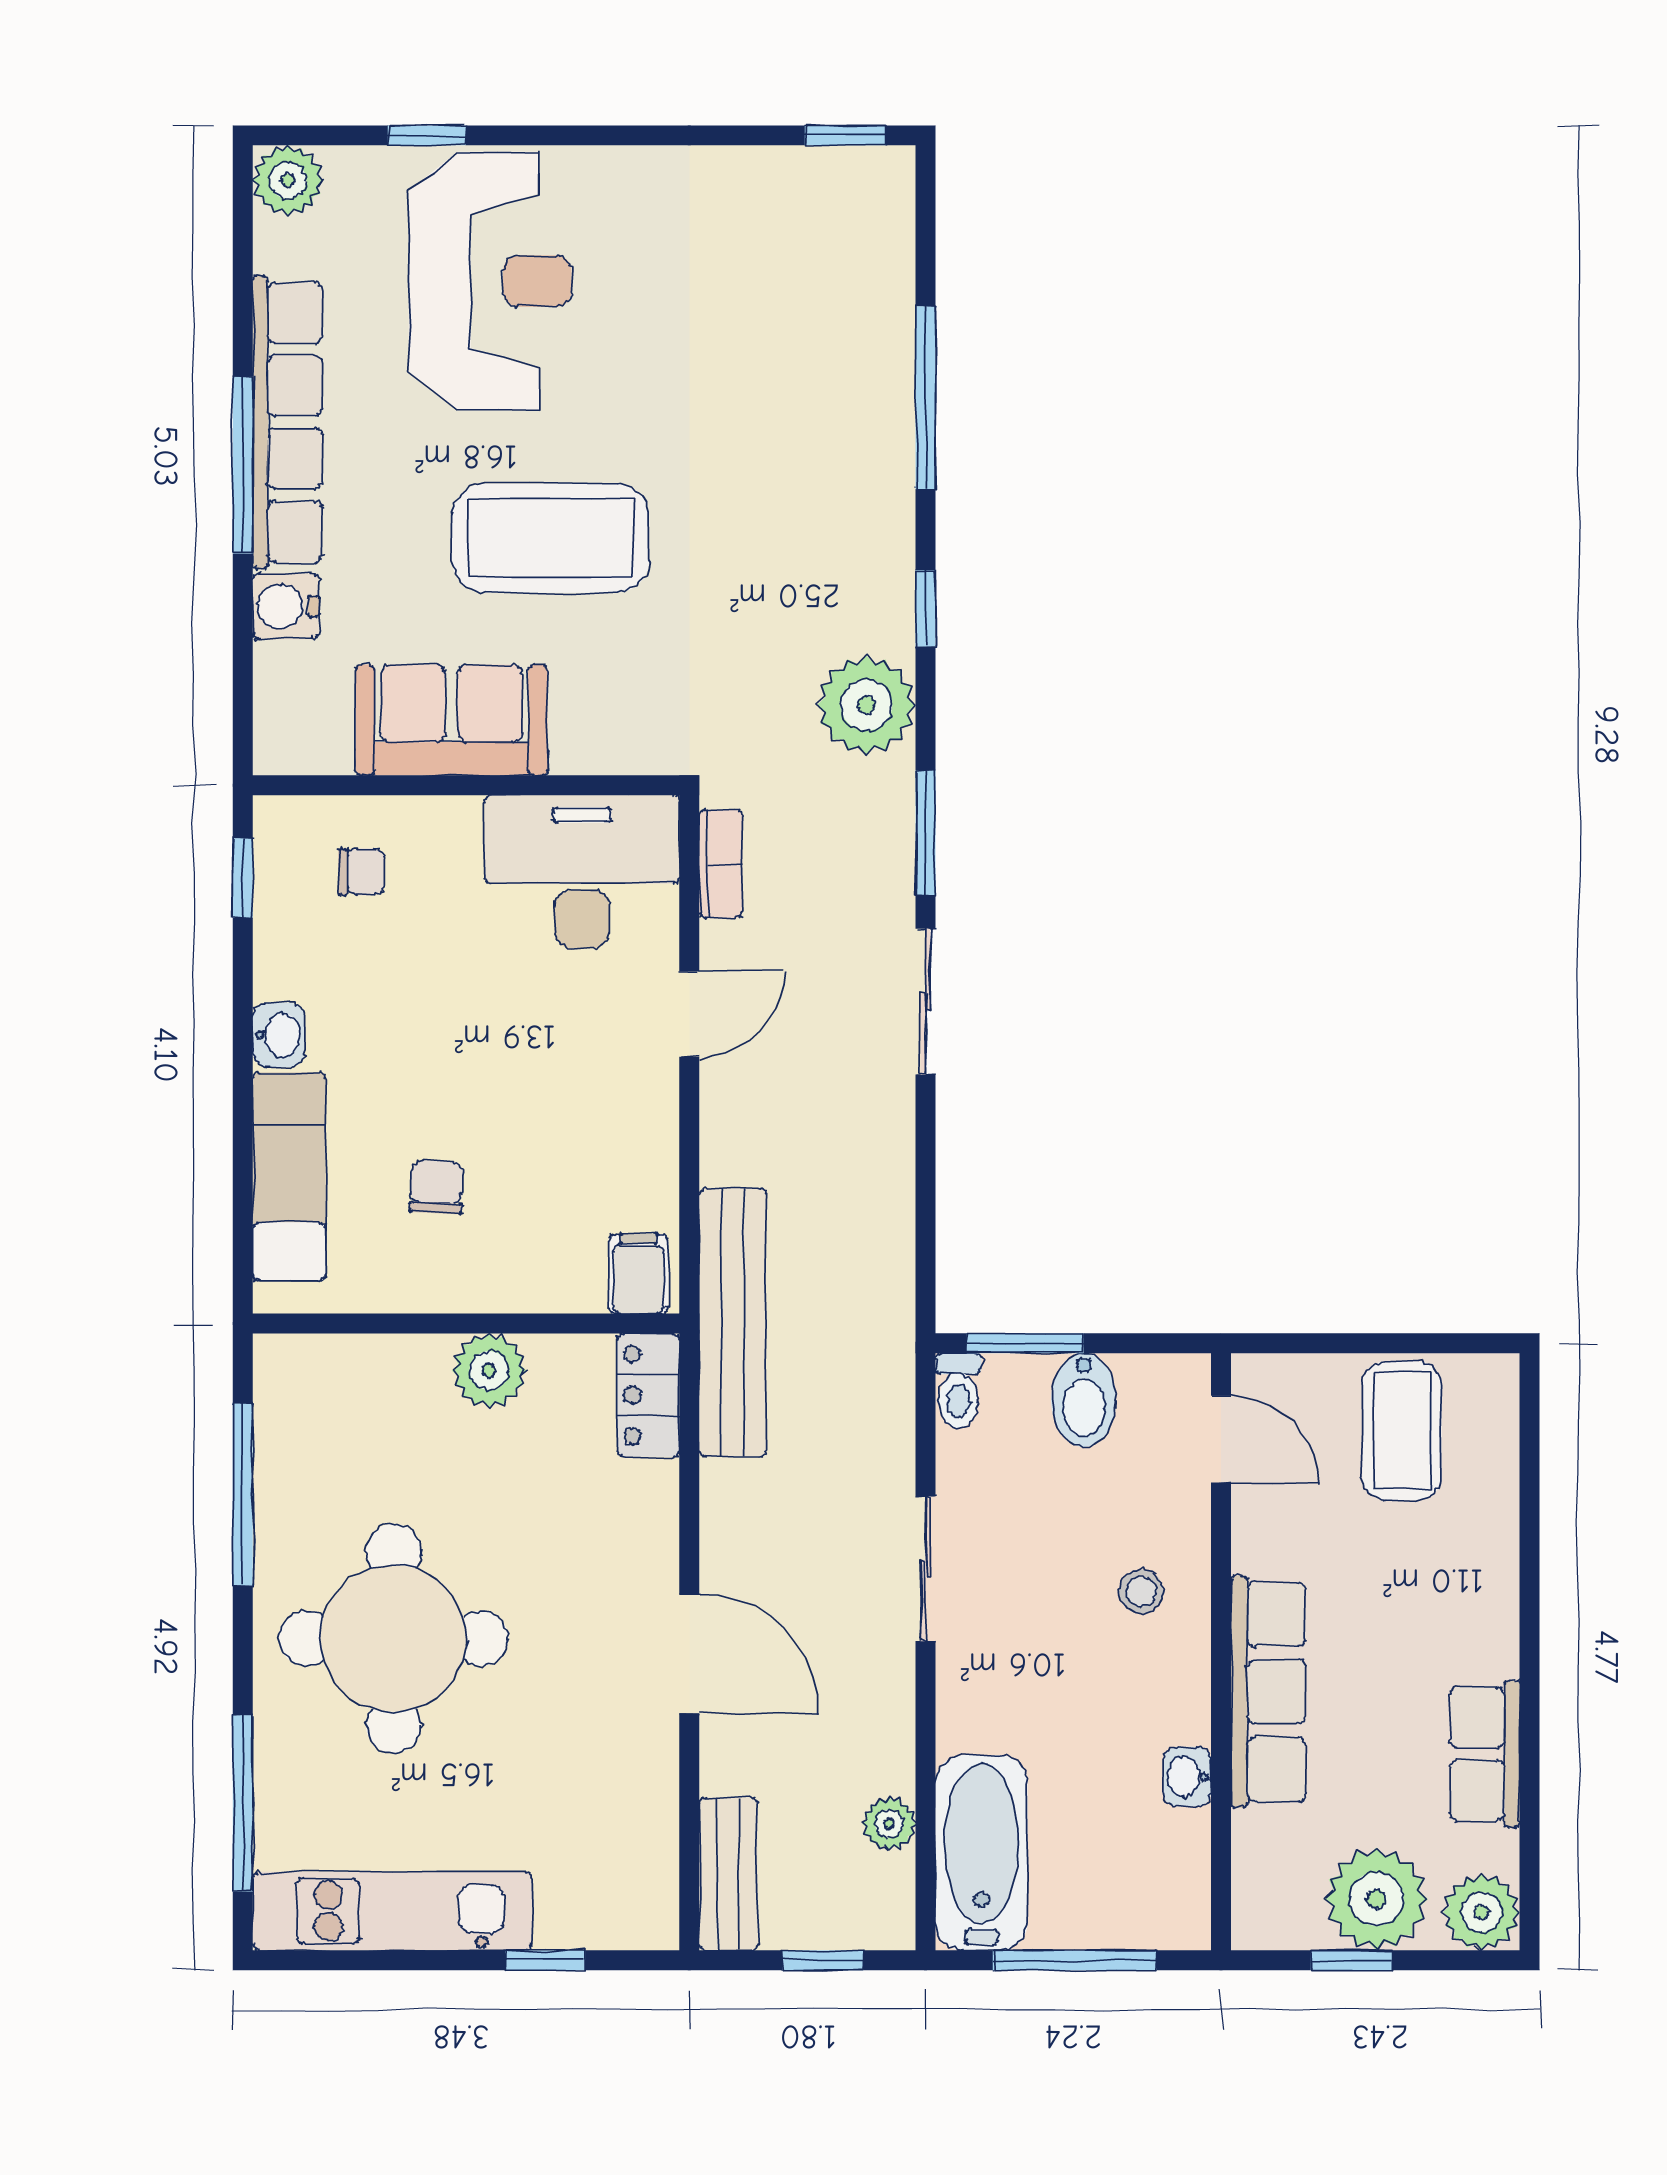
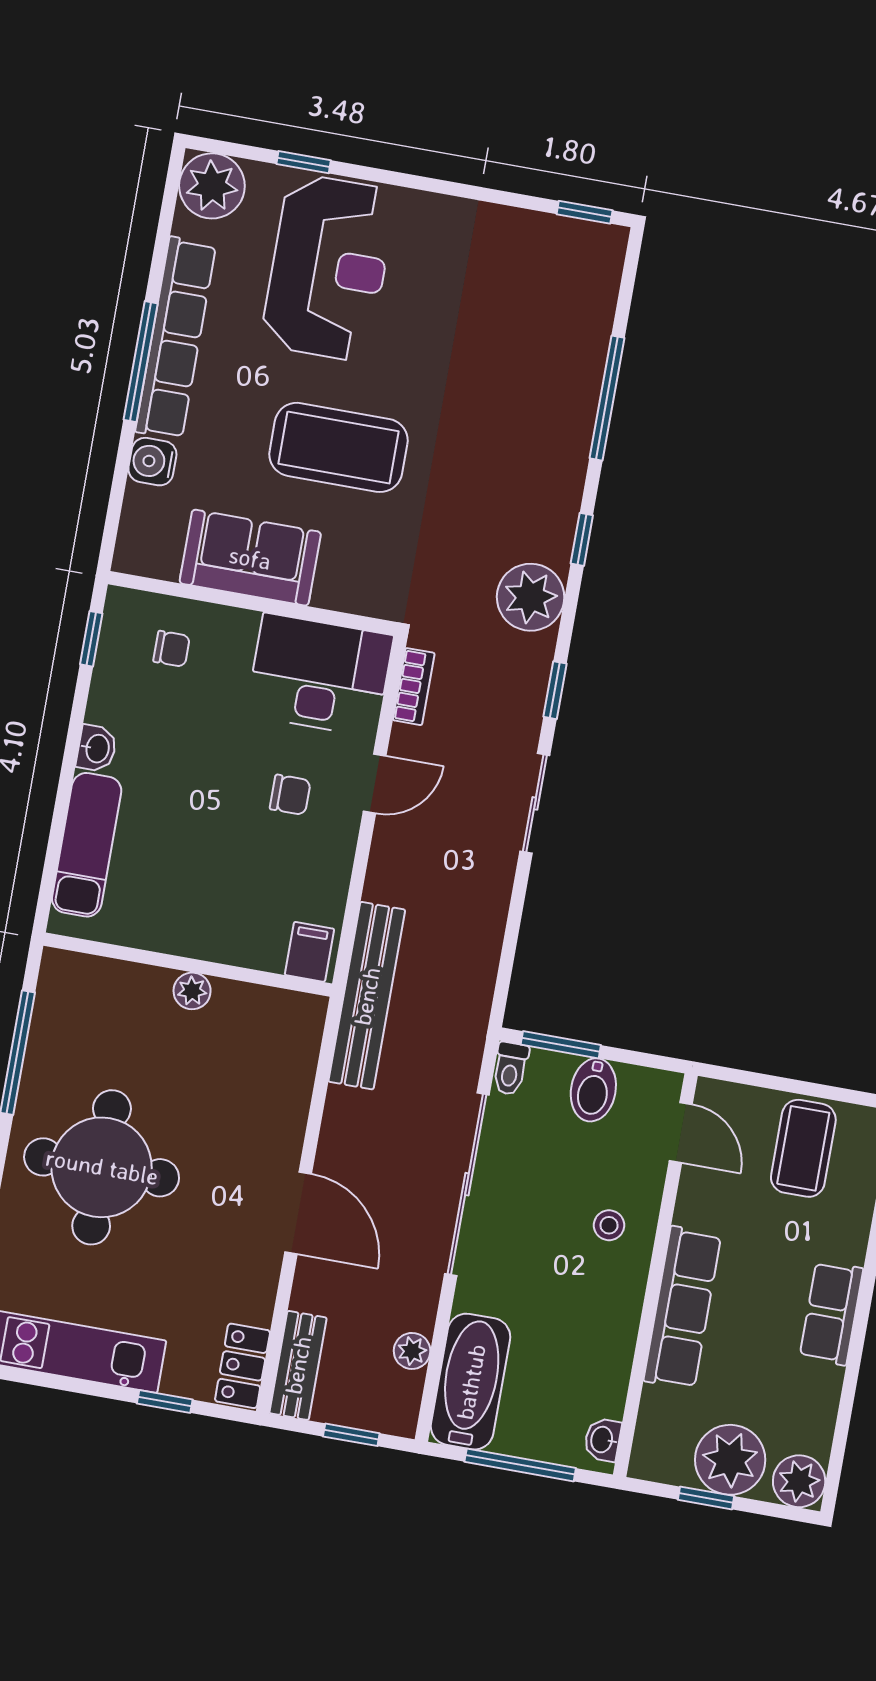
plant: (288, 180) -> (212, 186), width x1.36, depth x1.36
window: (926, 833) -> (555, 690), width x0.67
chair: (437, 1187) -> (290, 795), moved, turned 87
plant: (489, 1371) -> (192, 991), width x0.73, depth x0.73
locker: (648, 1395) -> (243, 1366), moved
sliding door: (926, 1569) -> (467, 1184), width x1.86
row of seats: (1485, 1754) -> (831, 1313), moved
washbasin: (1187, 1777) -> (603, 1440), moved

